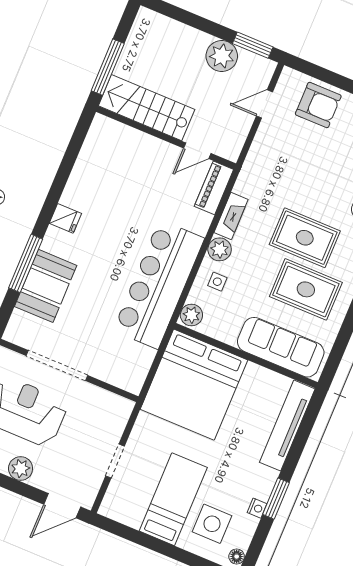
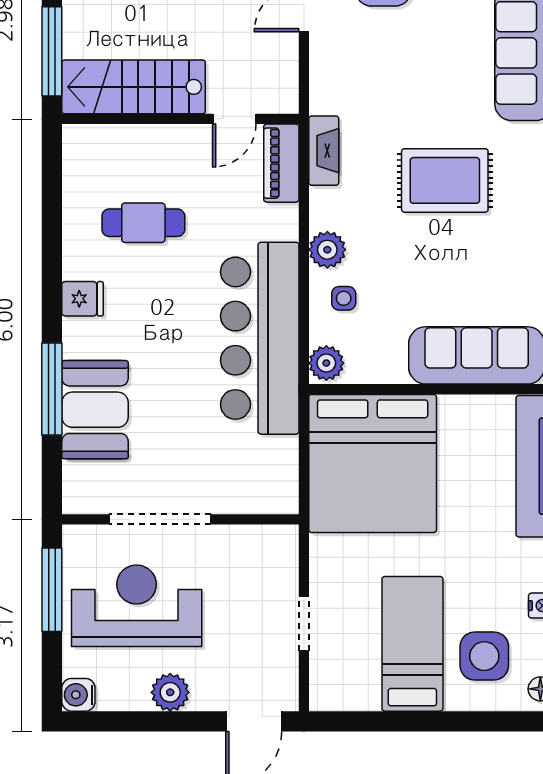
cafe table: (119, 189) -> (143, 223), added
fireplace: (231, 216) -> (324, 151), moved
rug: (306, 289) -> (478, 255), removed

